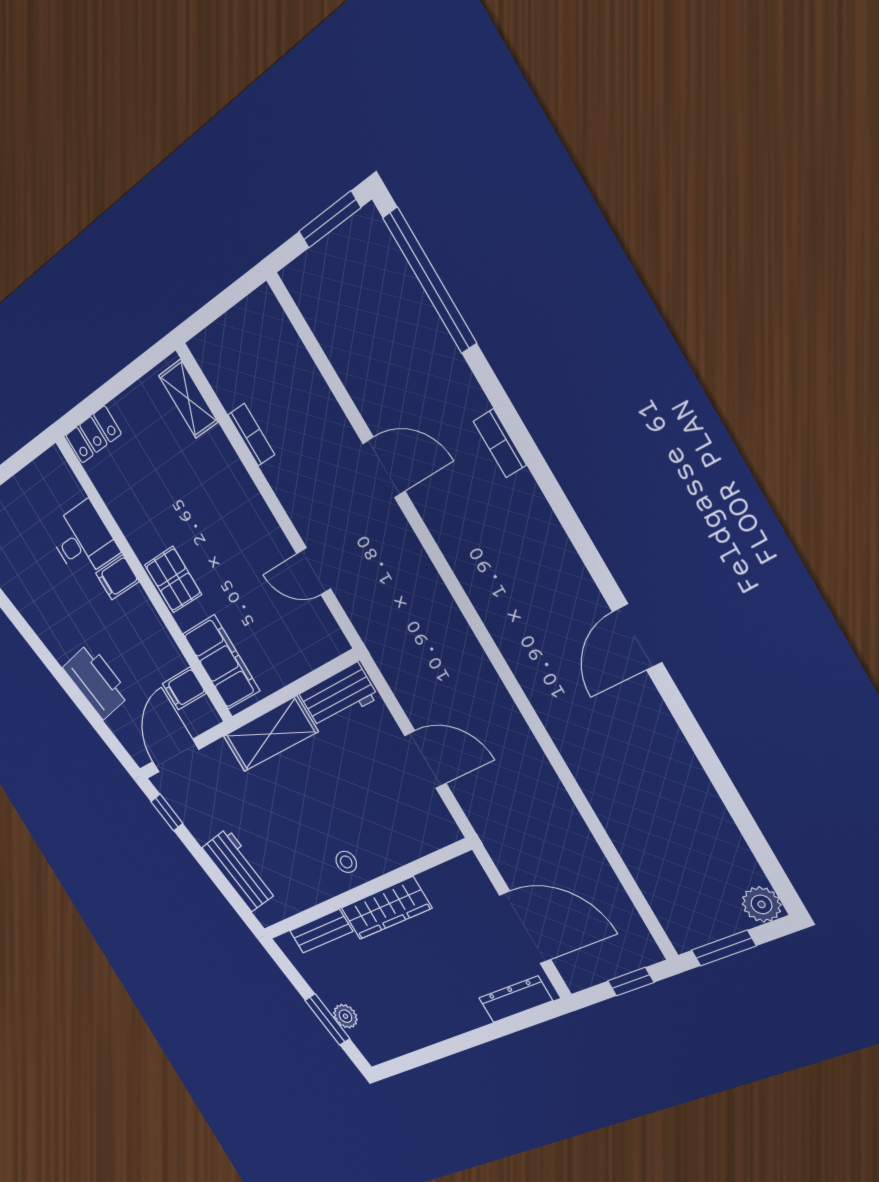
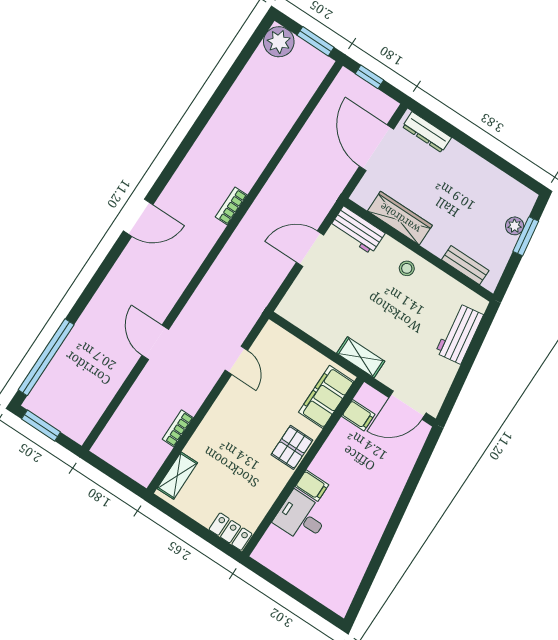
bookcase: (500, 443) -> (231, 206), moved, turned 180
door: (637, 637) -> (138, 218), moved
printer: (96, 681) -> (391, 478), removed
workbench: (338, 696) -> (357, 230), moved, turned 180
shelving: (270, 734) -> (361, 357), width x0.67, depth x0.75
door: (425, 759) -> (310, 249), hinge flipped
window: (167, 812) -> (452, 397), removed
plant: (762, 904) -> (279, 42), width x1.36, depth x1.36
wardrobe: (386, 908) -> (400, 218), moved

